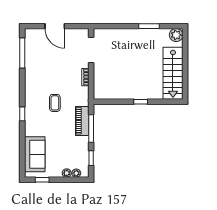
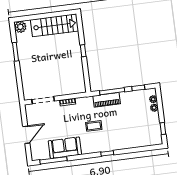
sofa: (35, 154) -> (65, 148), moved

